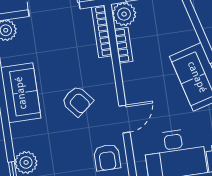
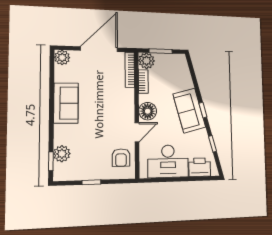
floor lamp: (136, 87) -> (148, 111), added
armchair: (77, 101) -> (106, 115), removed

